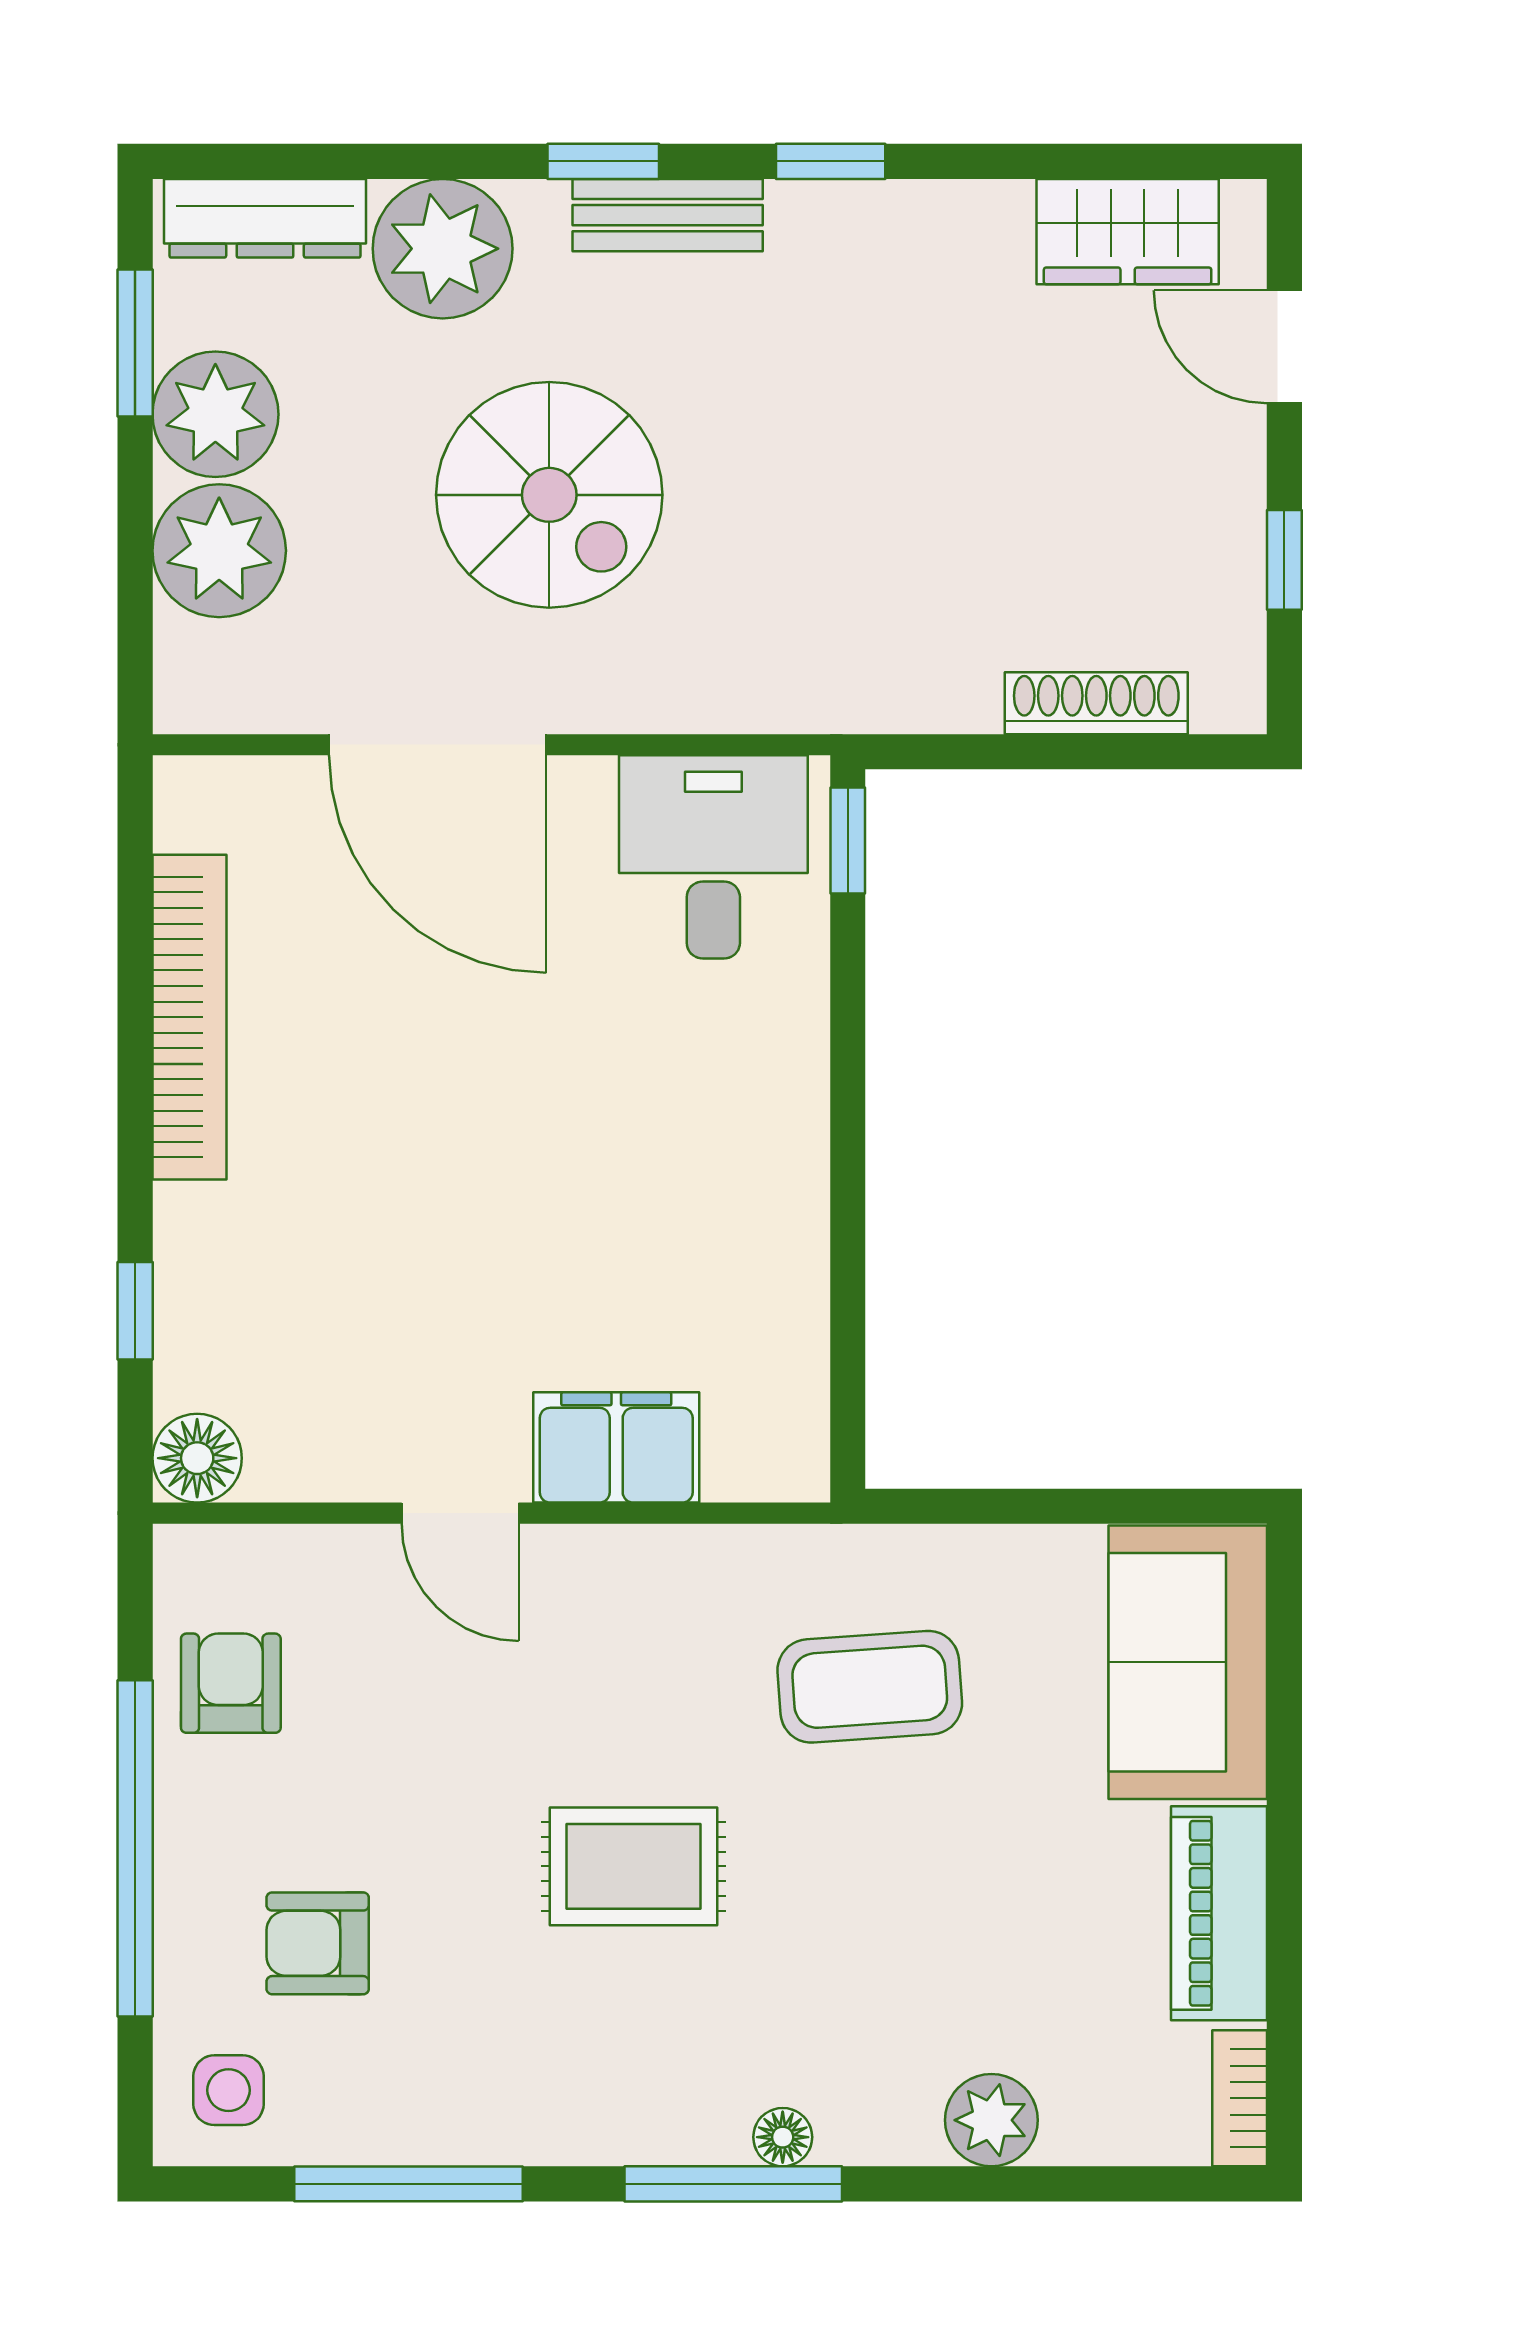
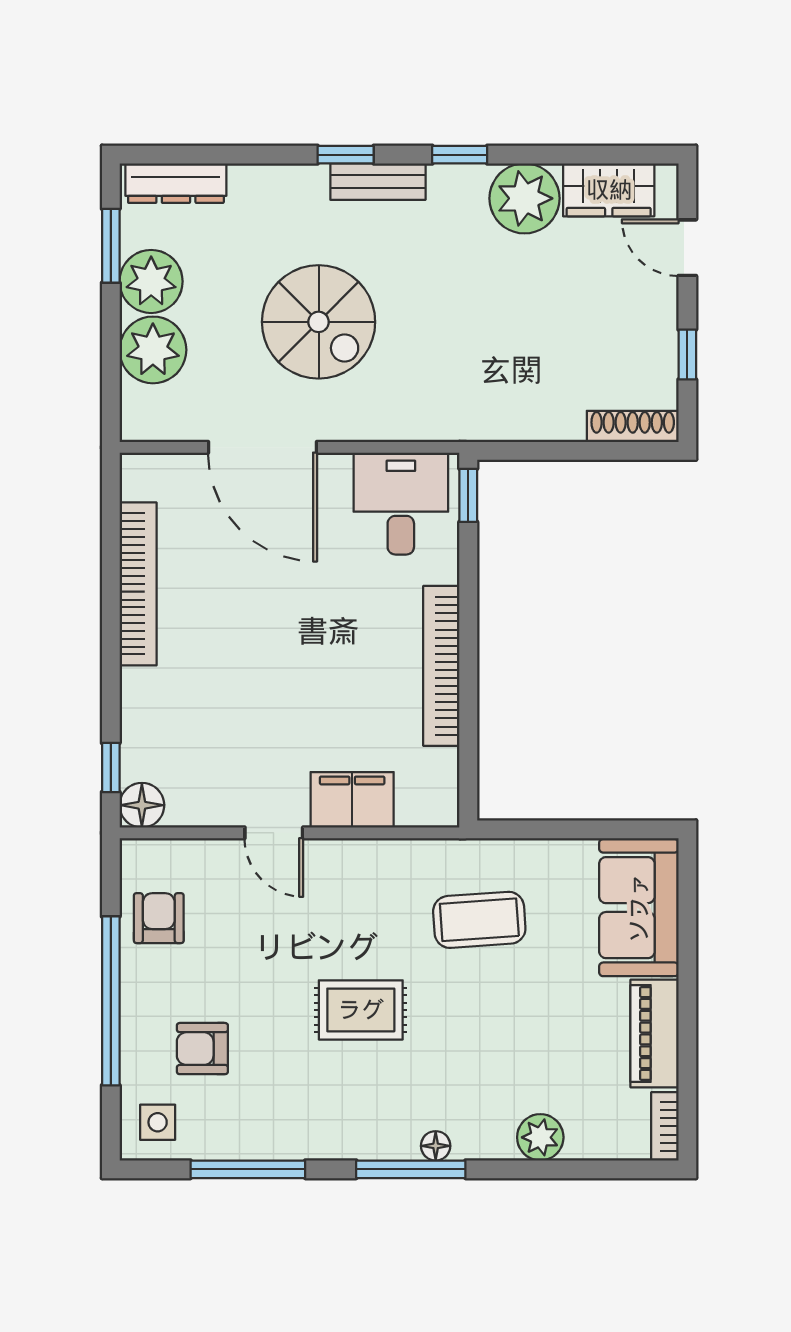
plant: (443, 249) -> (525, 198), moved
shoe rack: (1096, 703) -> (633, 426), moved
bookcase: (794, 1181) -> (441, 666), added
window: (135, 1311) -> (111, 767), moved

